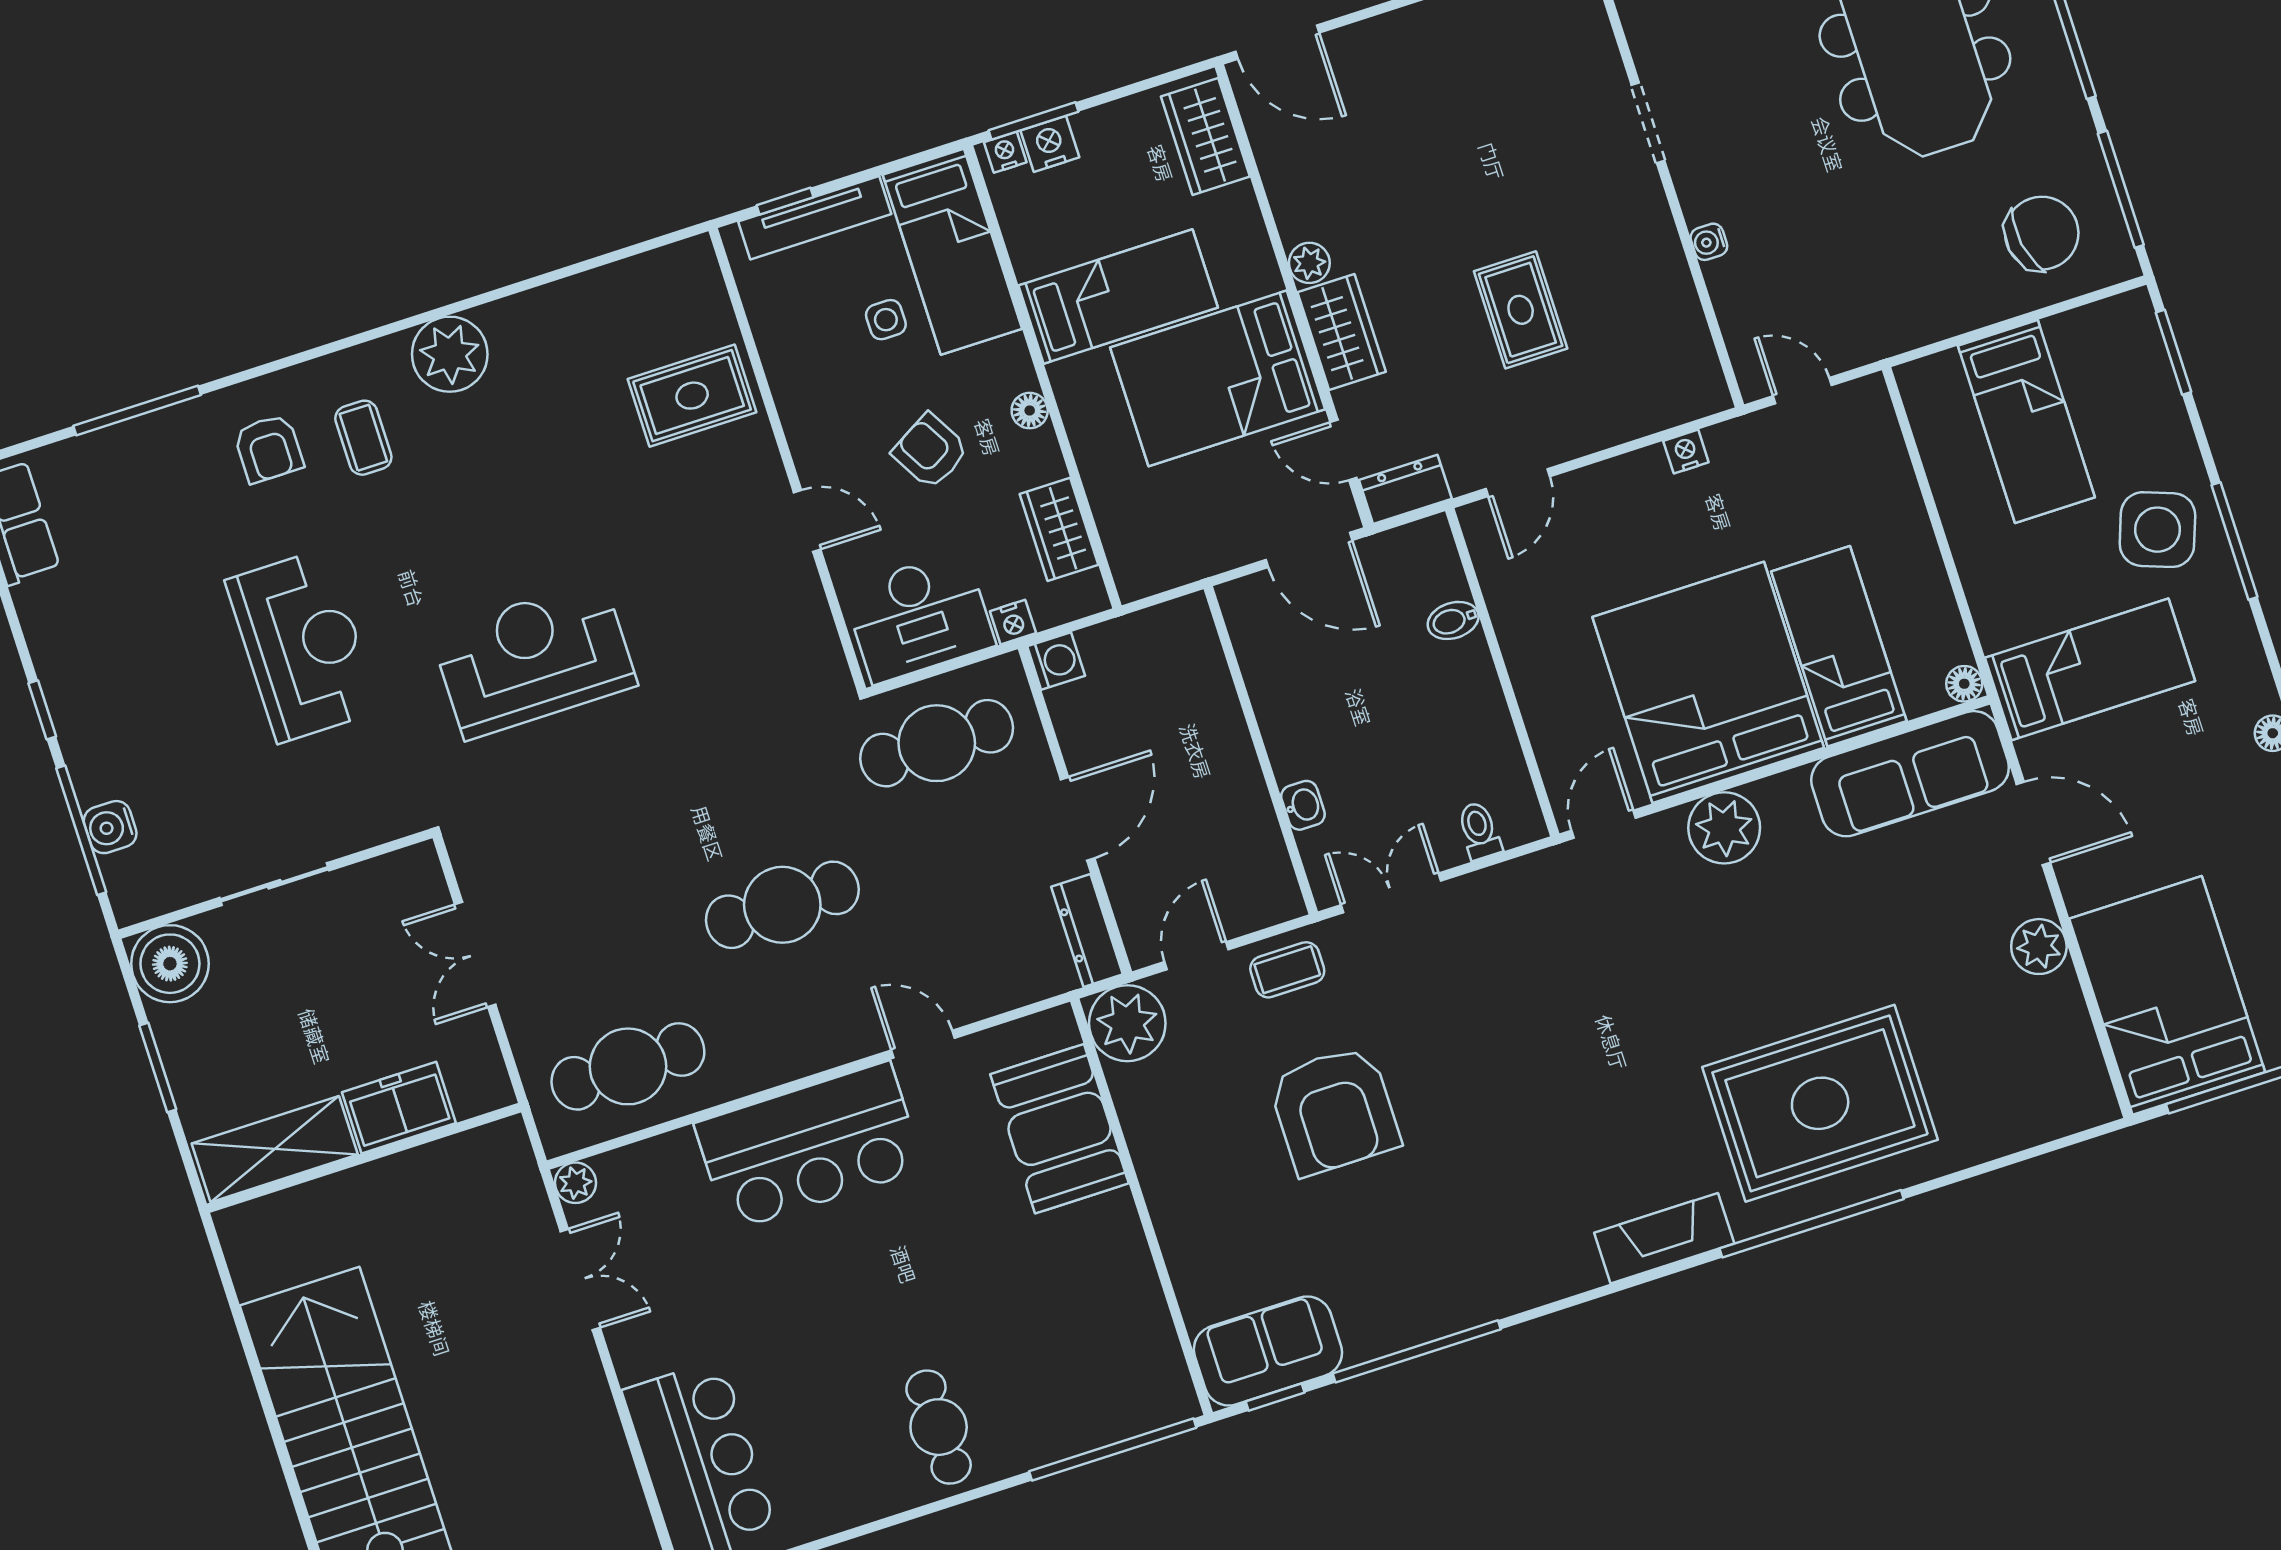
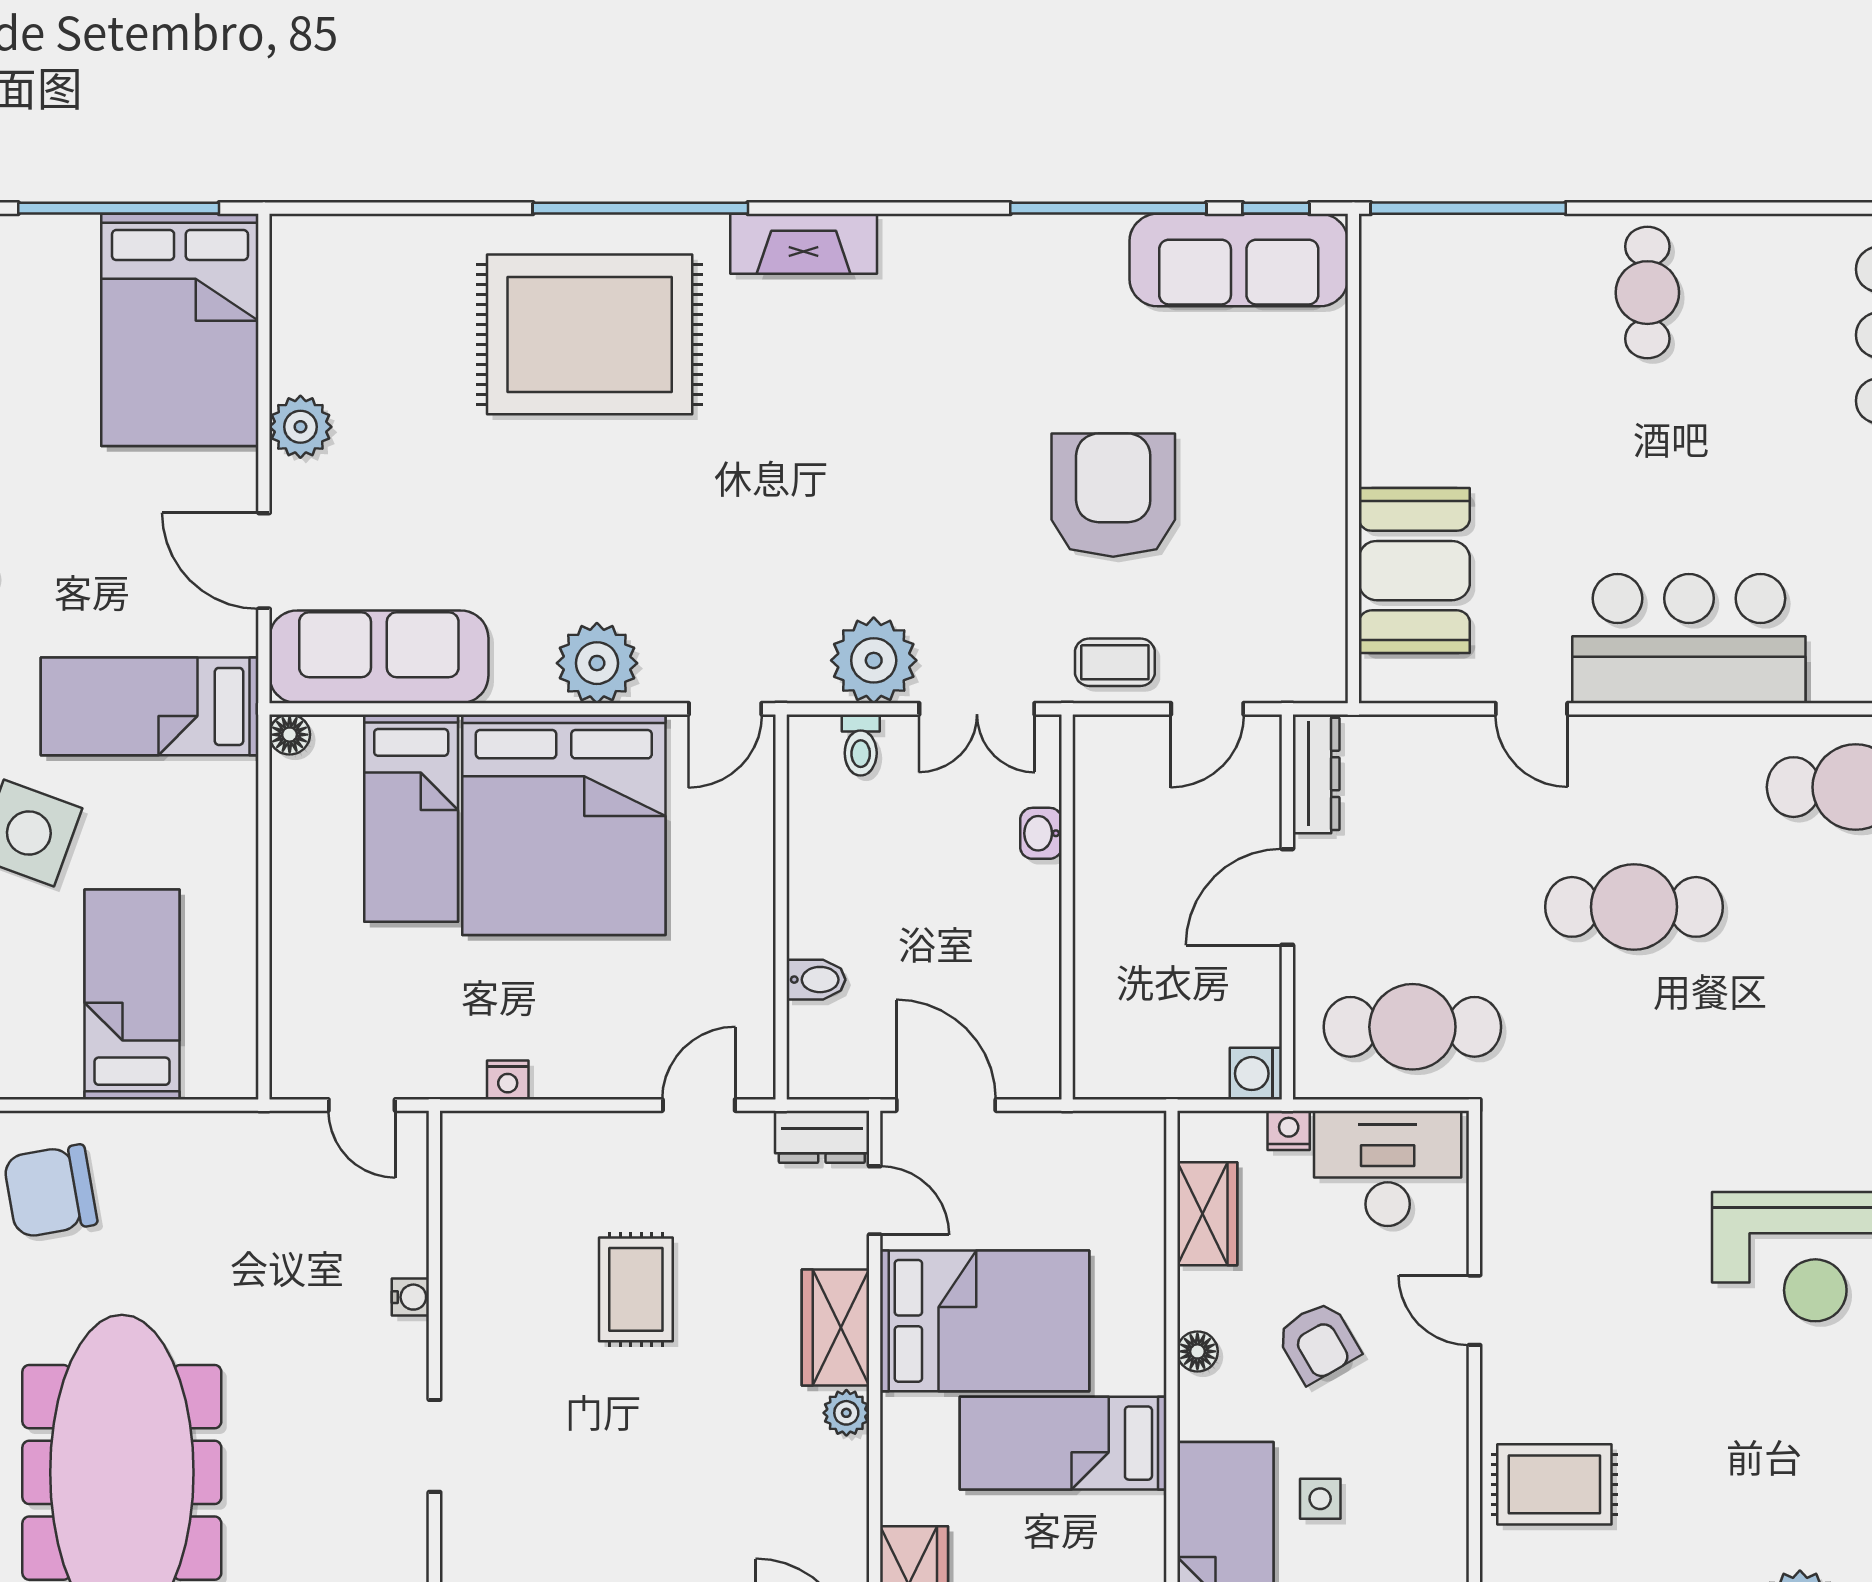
plant: (1127, 1023) -> (874, 660), moved
sofa: (1268, 1351) -> (1239, 260), width x1.36

